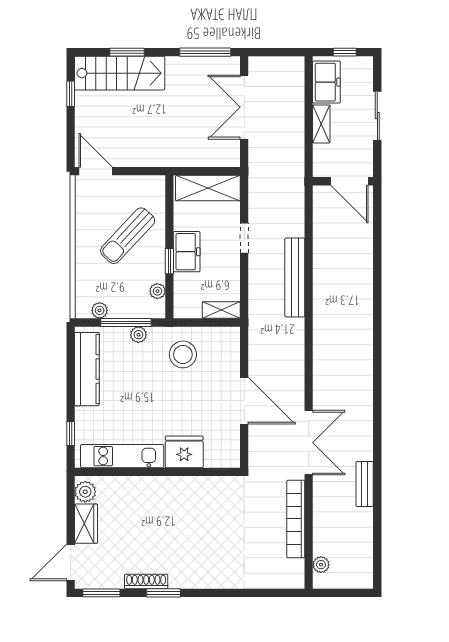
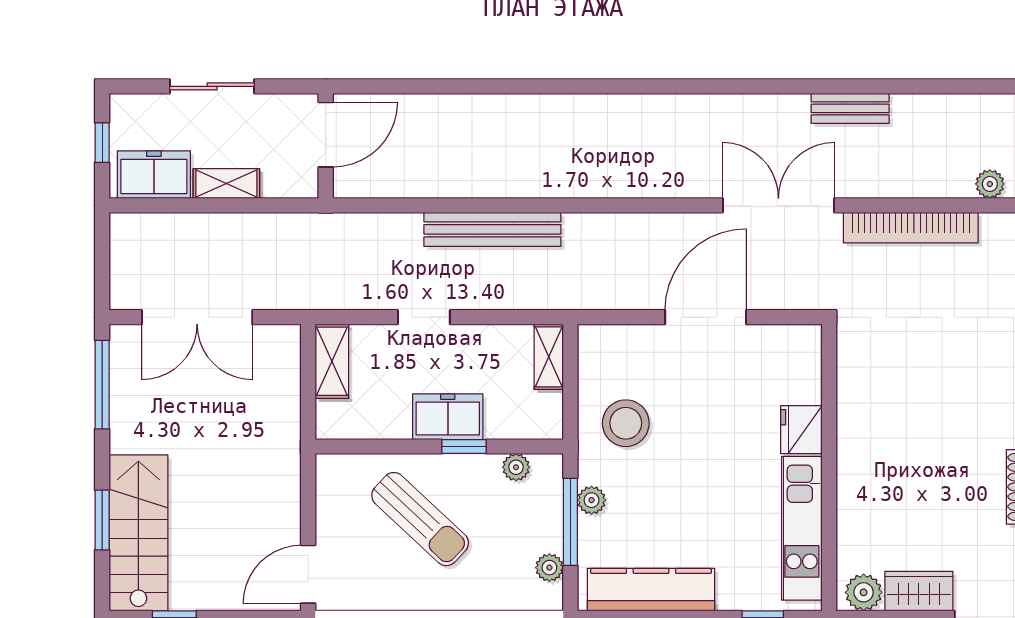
shelving: (208, 188) -> (332, 361), width x0.67, depth x0.75
fridge: (184, 452) -> (801, 430), width x0.73, depth x0.75

